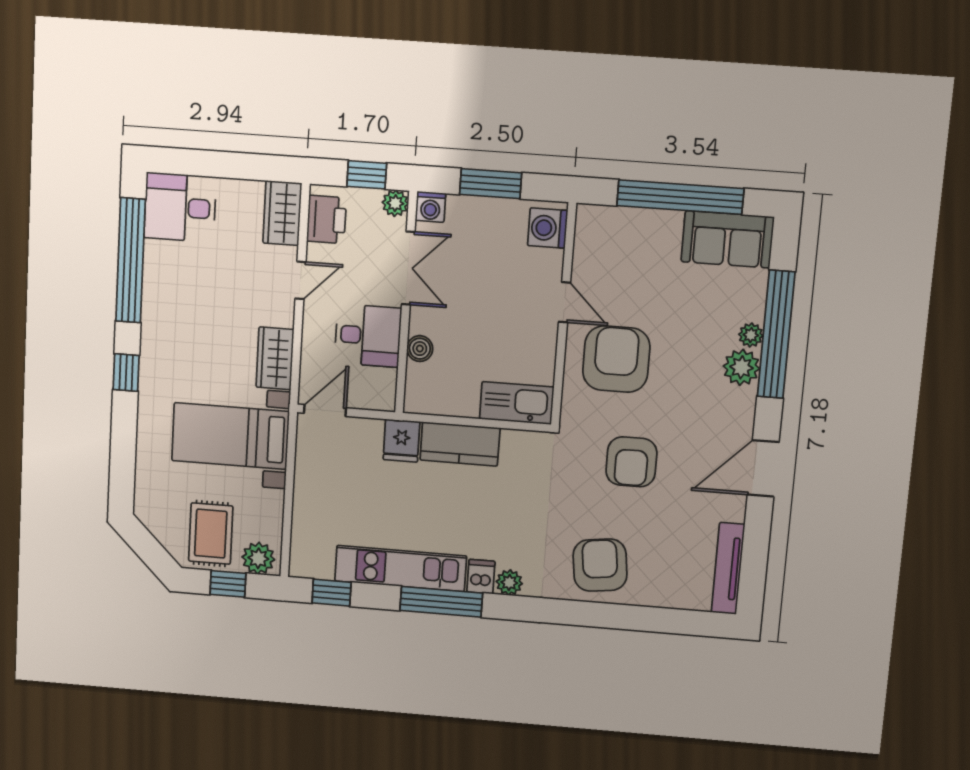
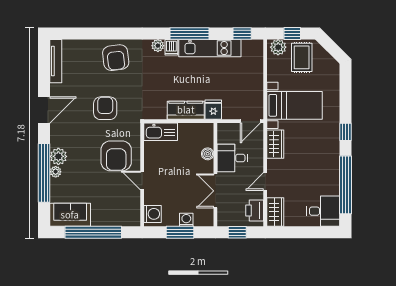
plant: (395, 203) -> (223, 220), removed
washing machine: (430, 207) -> (186, 220), moved

